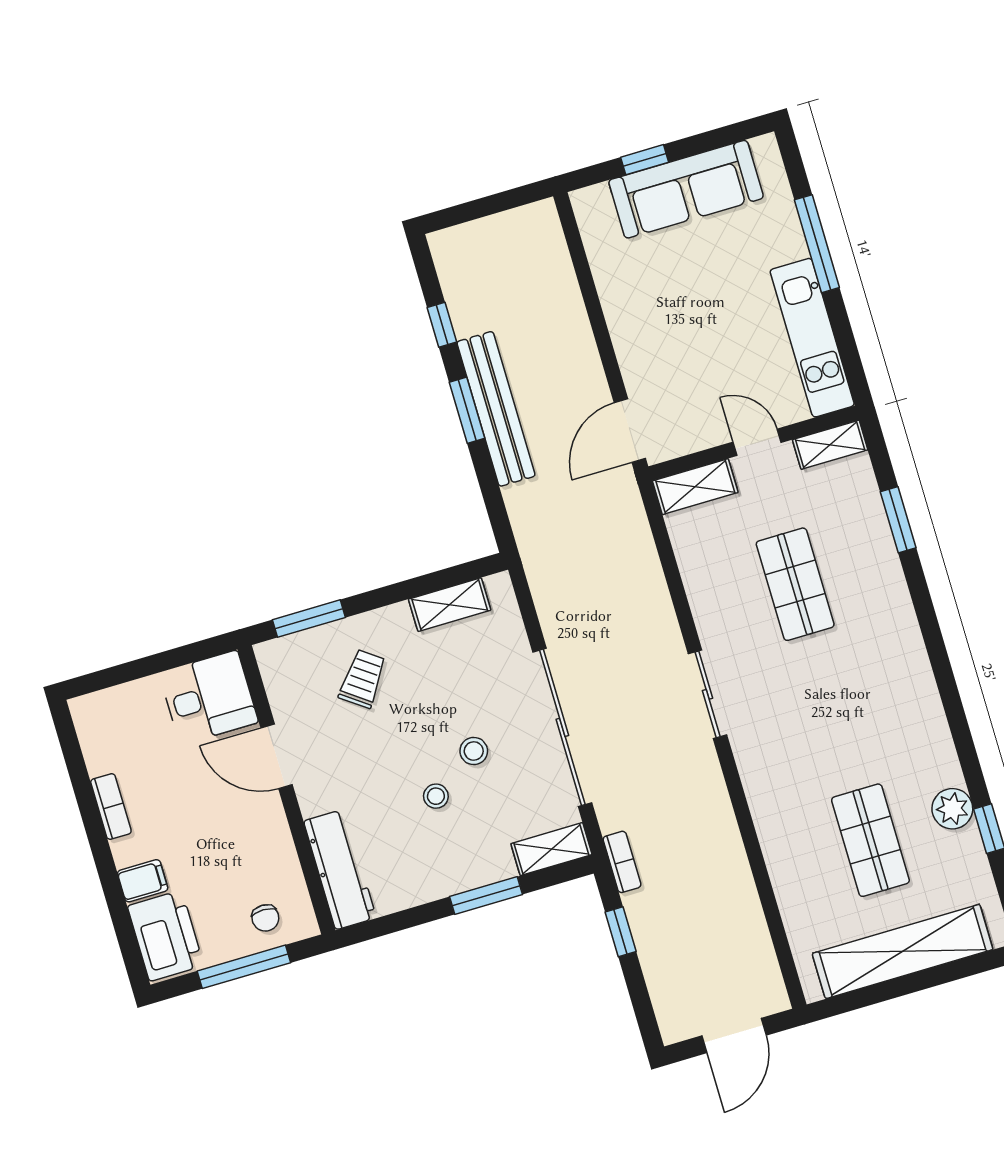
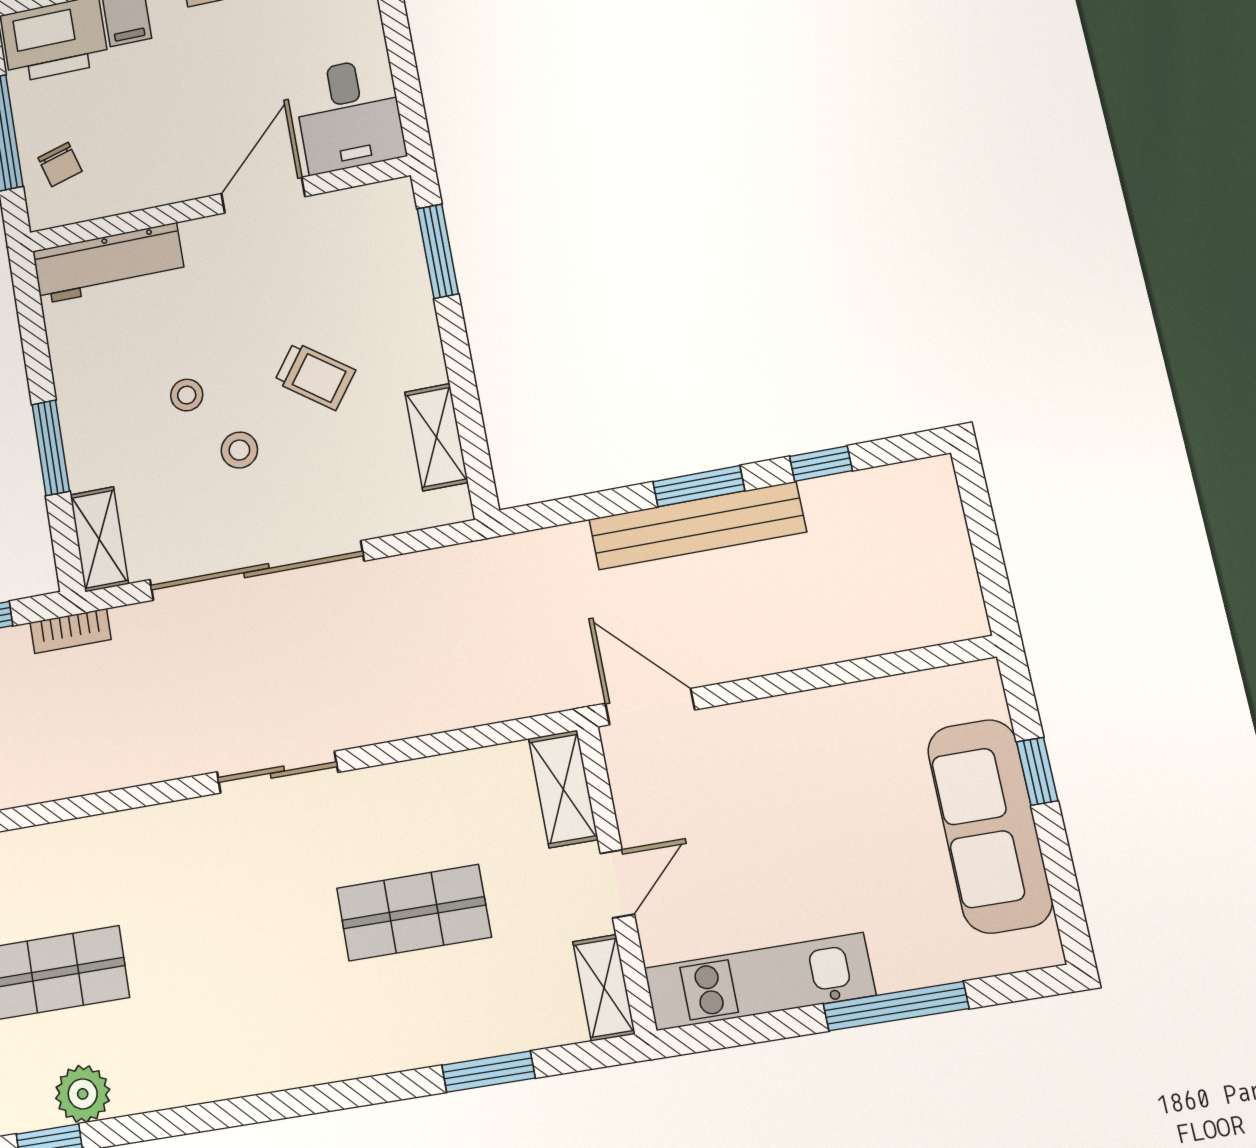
trolley: (363, 679) -> (315, 376), moved
chair: (265, 918) -> (60, 164), turned -106

